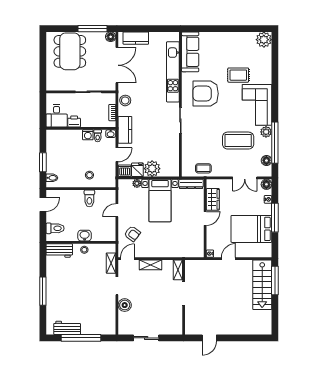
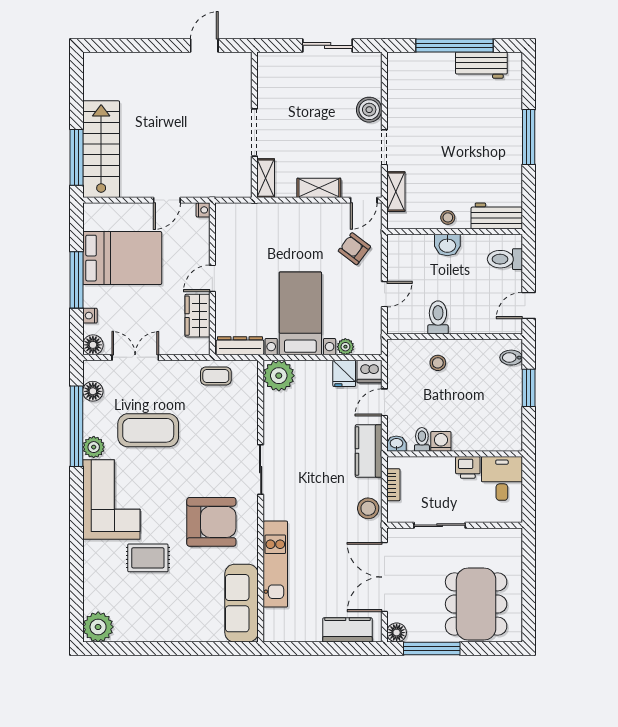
kitchen unit: (173, 72) -> (275, 564), width x0.73
plant: (152, 169) -> (279, 376), moved

